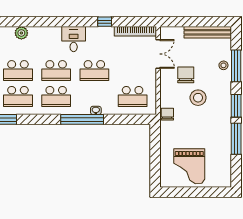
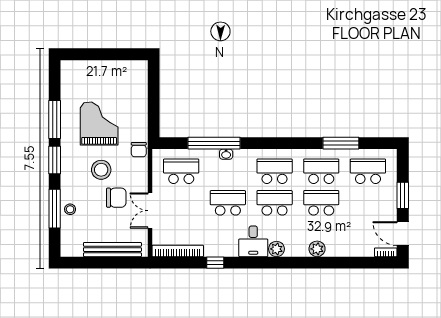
bench: (208, 32) -> (112, 250), moved
plant: (55, 33) -> (277, 249), added
double door: (158, 54) -> (150, 211), moved
chair: (186, 75) -> (116, 198), turned -90
window: (82, 119) -> (214, 143), moved
grand piano: (189, 166) -> (99, 123), moved

